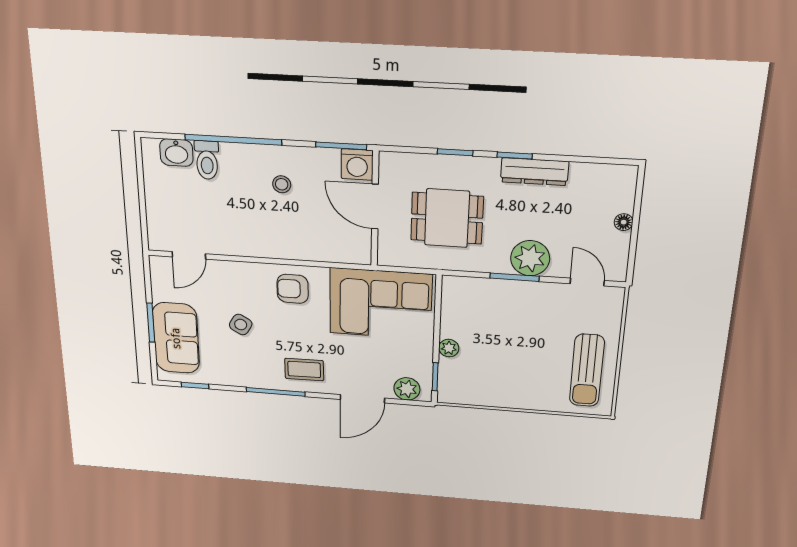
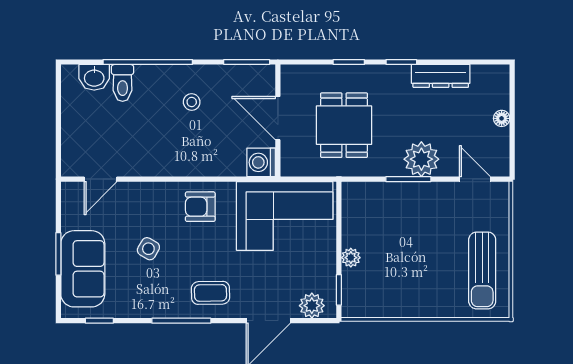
washing machine: (357, 164) -> (261, 162), moved, turned 90
dresser: (535, 172) -> (441, 76), moved
dining table: (447, 218) -> (344, 125), turned 90

